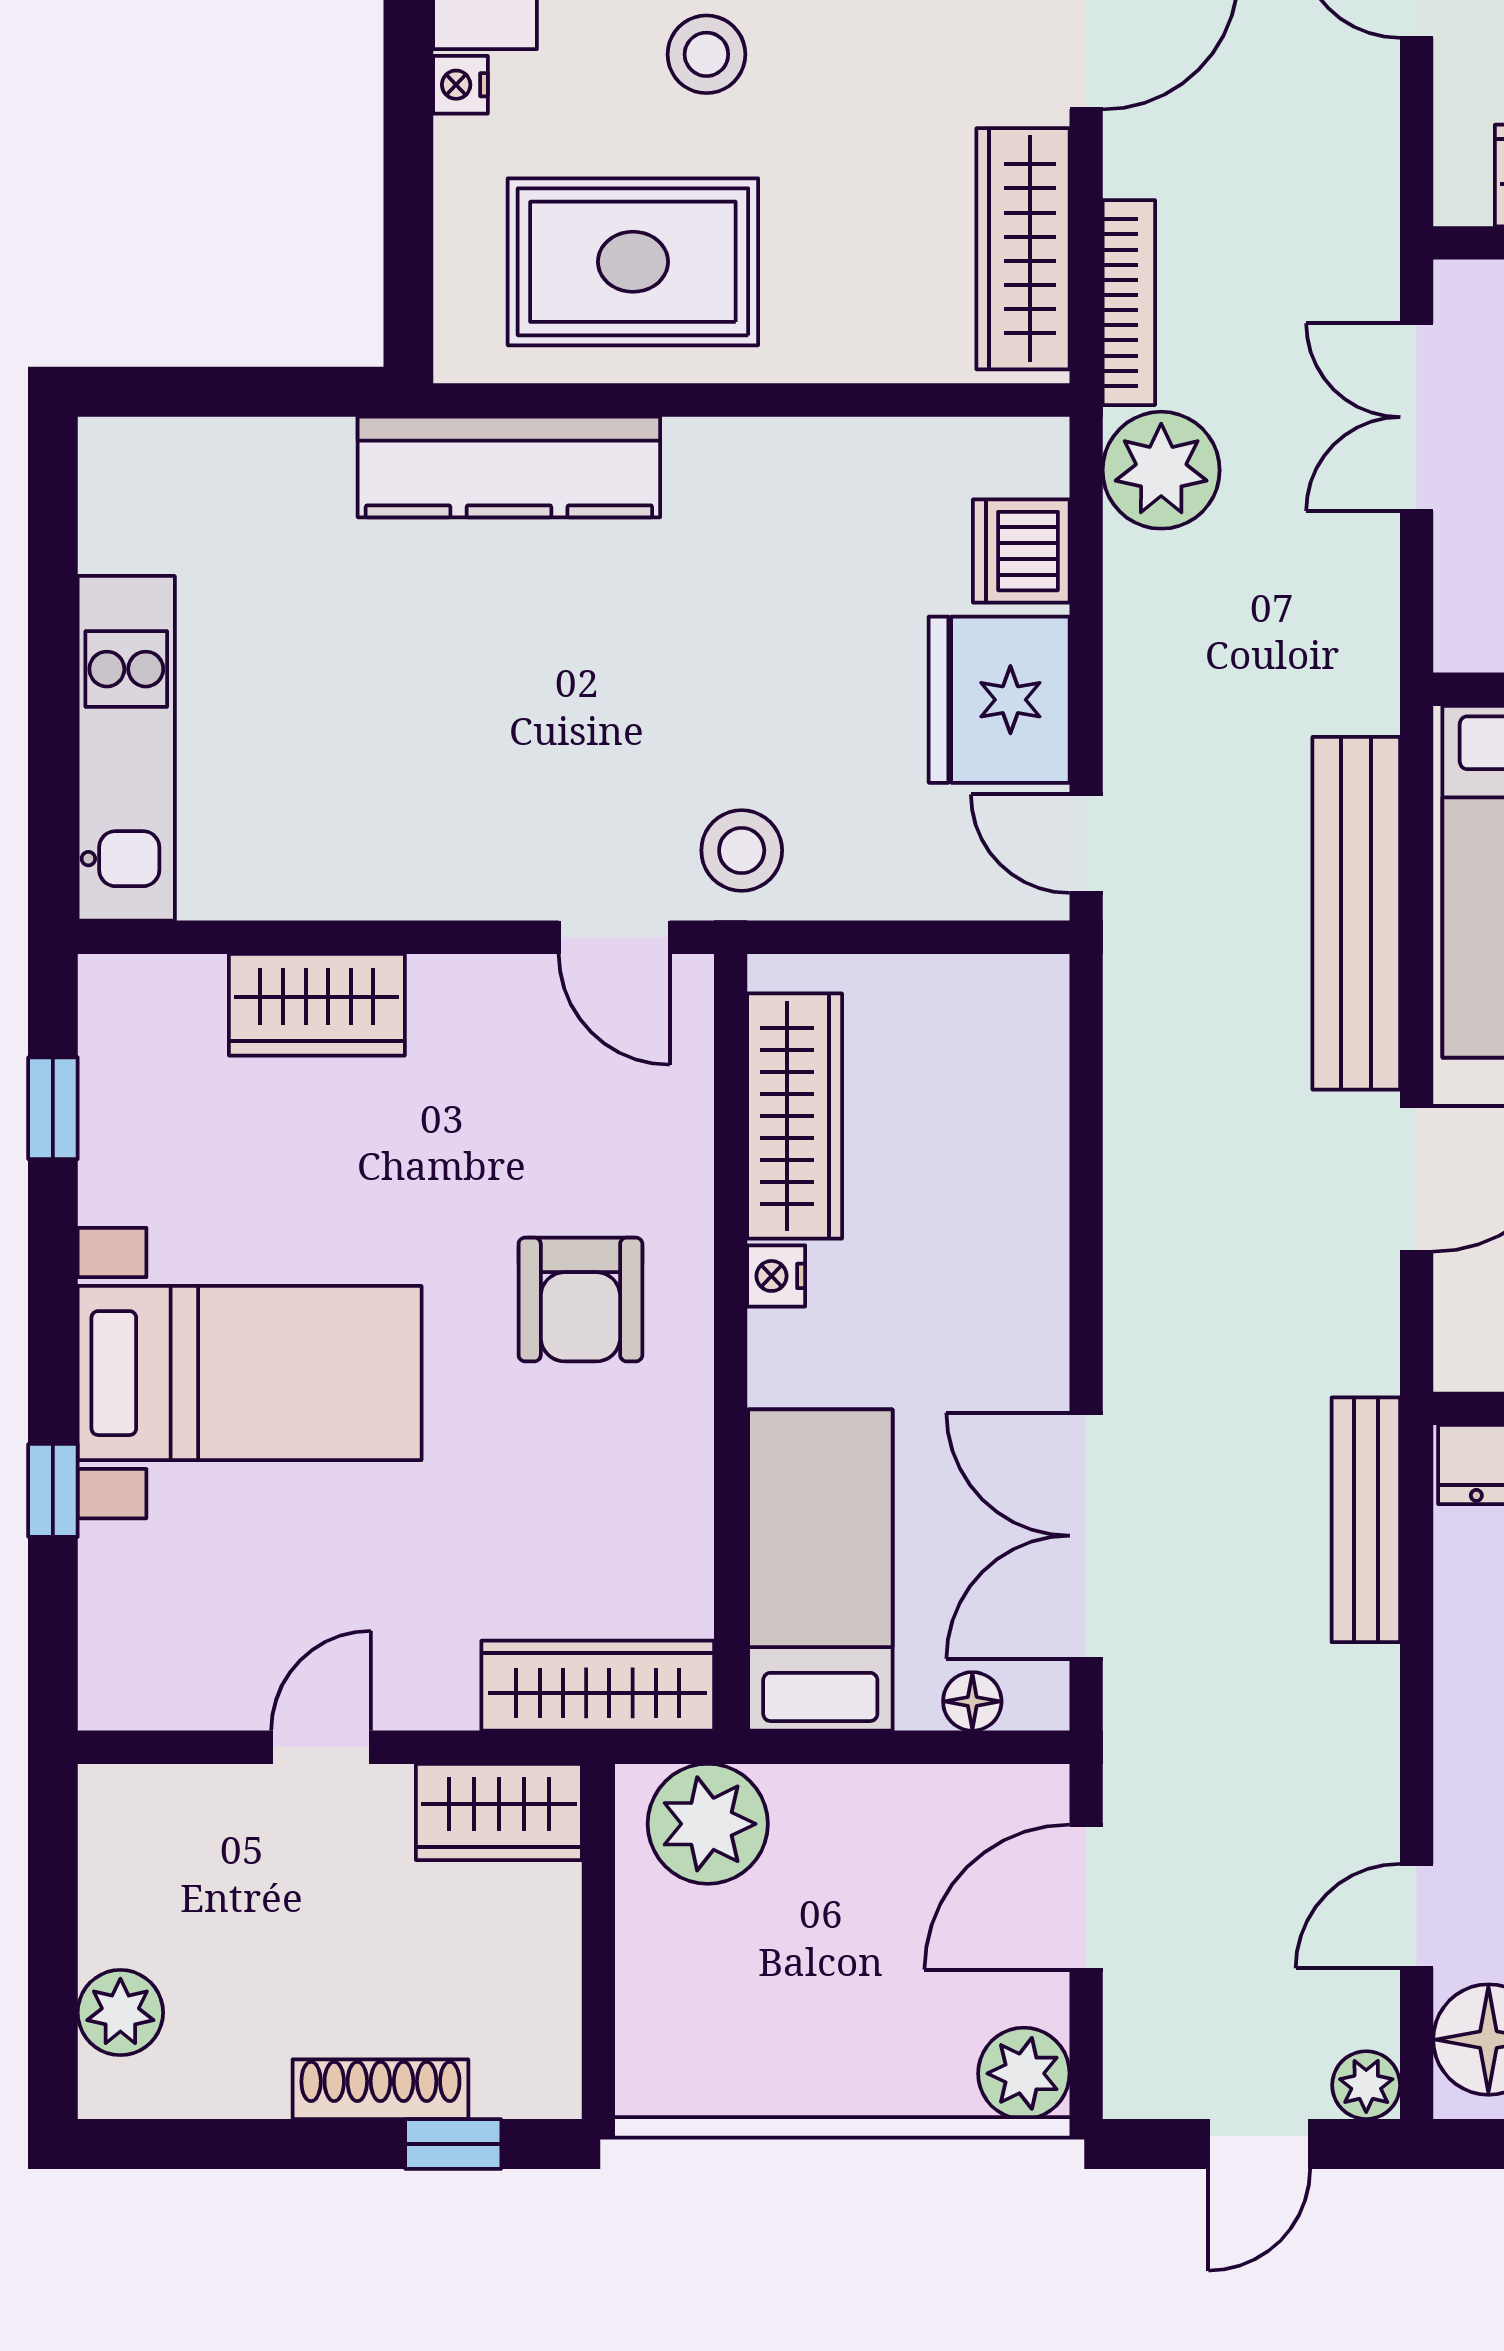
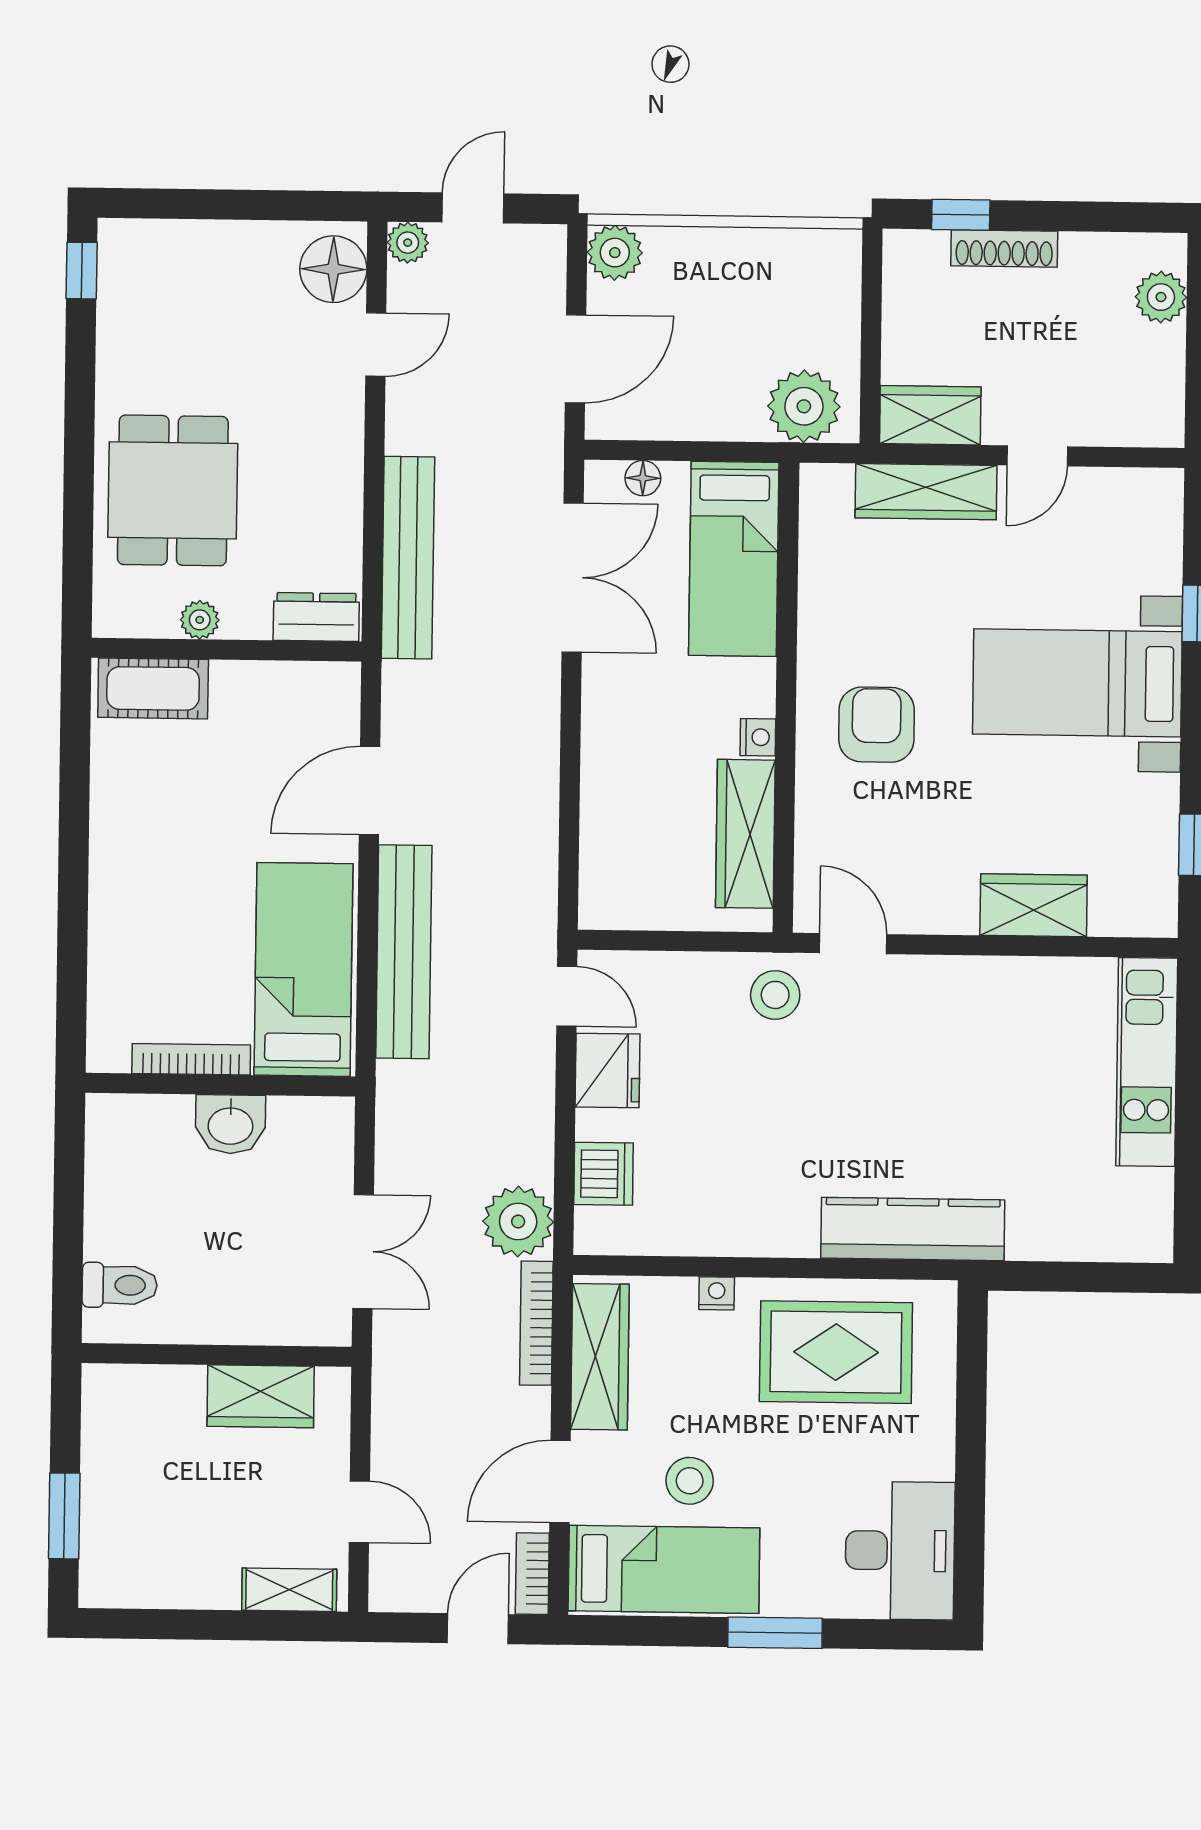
stool: (706, 54) -> (690, 1481), moved
nightstand: (460, 85) -> (717, 1293), moved, turned -90
fridge: (999, 700) -> (608, 1071), width x0.73, depth x0.75
bench: (1366, 1520) -> (408, 558), width x1.37, depth x1.21
wardrobe: (598, 1686) -> (926, 492), moved

